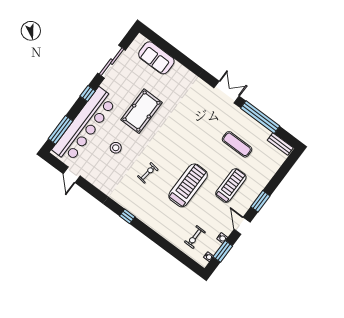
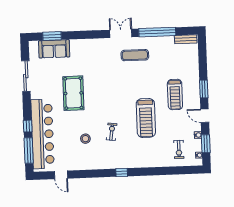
window: (164, 45) -> (52, 36), added
window: (88, 94) -> (28, 126), moved
exercise mat: (237, 144) -> (135, 55), moved
stool: (116, 148) -> (85, 139), moved
treadmill: (188, 185) -> (146, 118), turned 180
treadmill: (231, 185) -> (175, 95), turned 180

